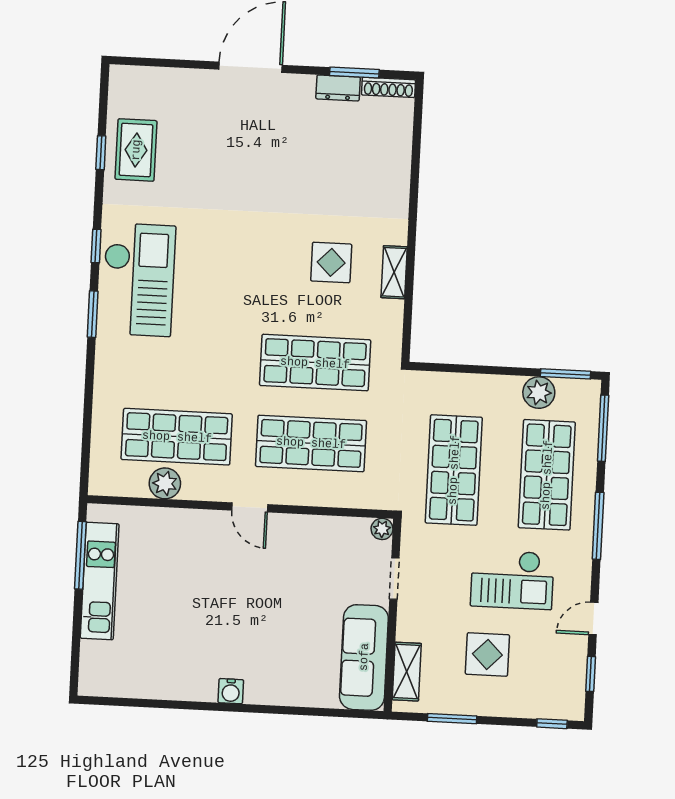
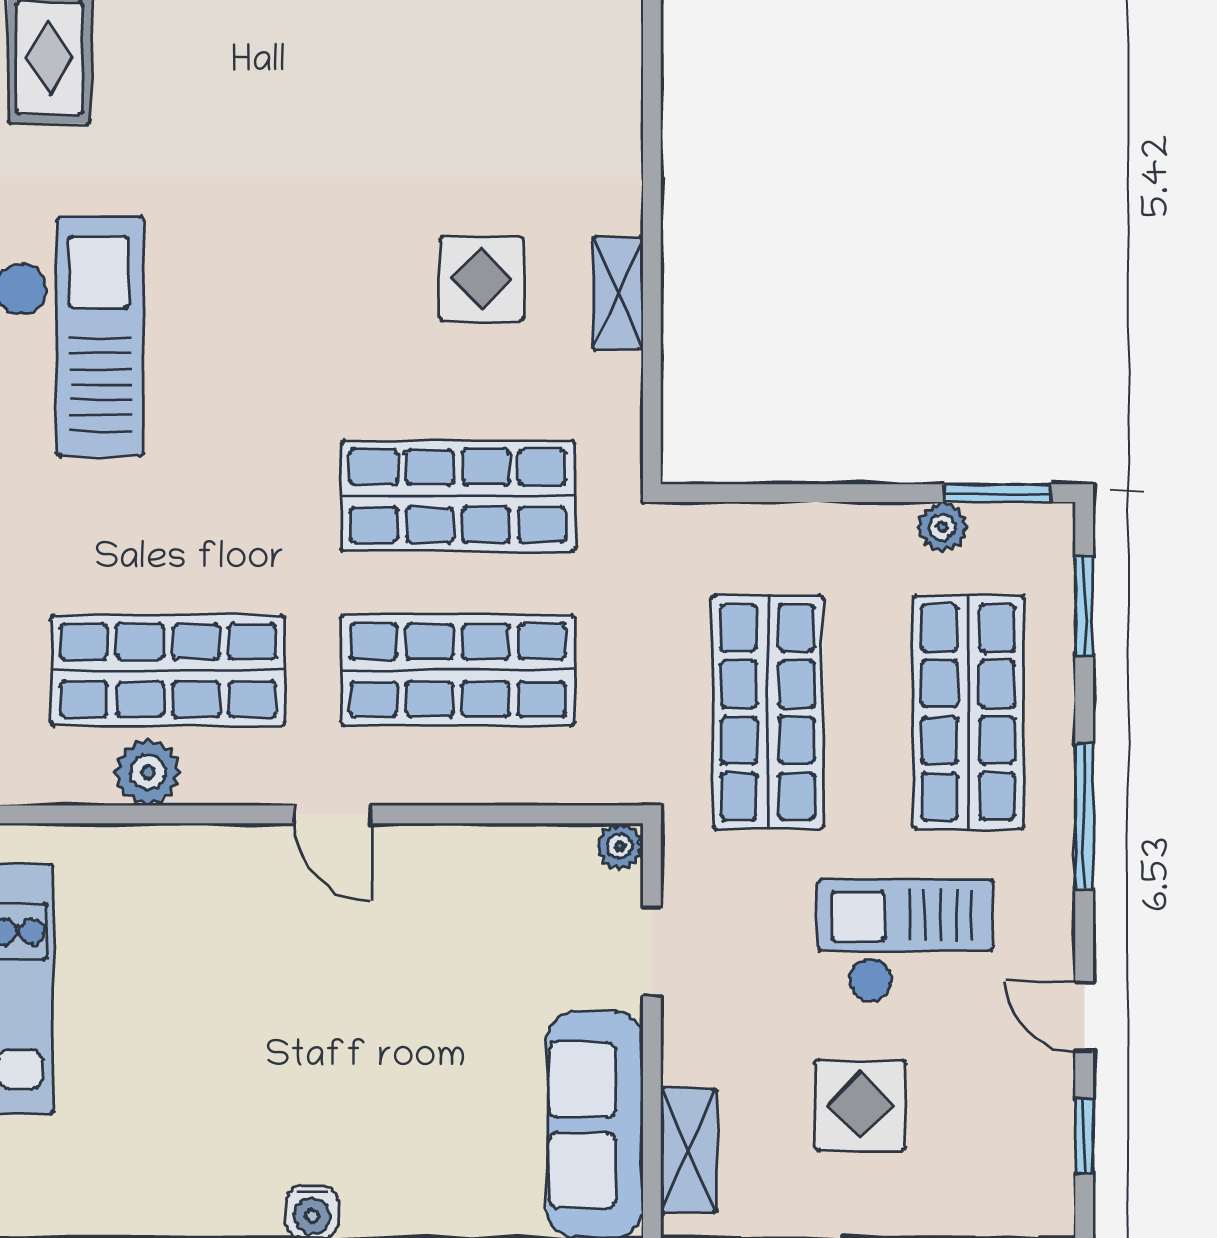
plant: (539, 393) -> (942, 527), width x0.73, depth x0.73
window: (603, 428) -> (1084, 606), width x0.69
checkout: (512, 579) -> (905, 941), turned 180
door: (593, 619) -> (1084, 1016), hinge flipped

